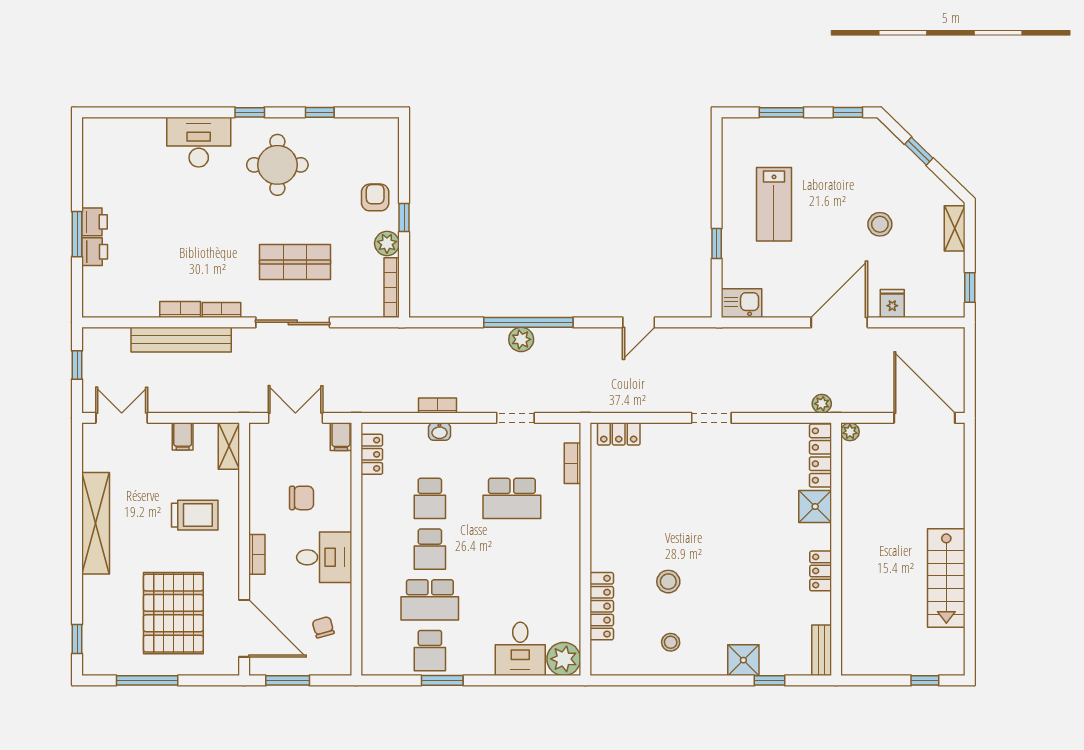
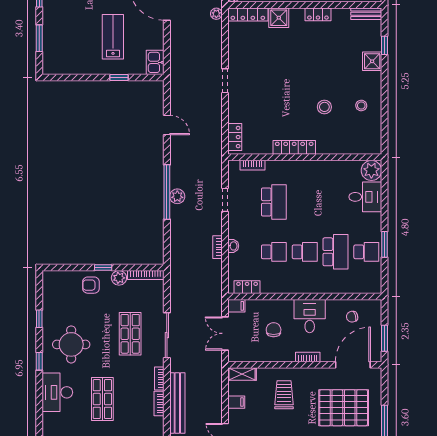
lab bench: (774, 204) -> (113, 37), moved, turned -90
shop shelf: (188, 216) -> (102, 399), added
locker: (602, 606) -> (294, 147), moved

